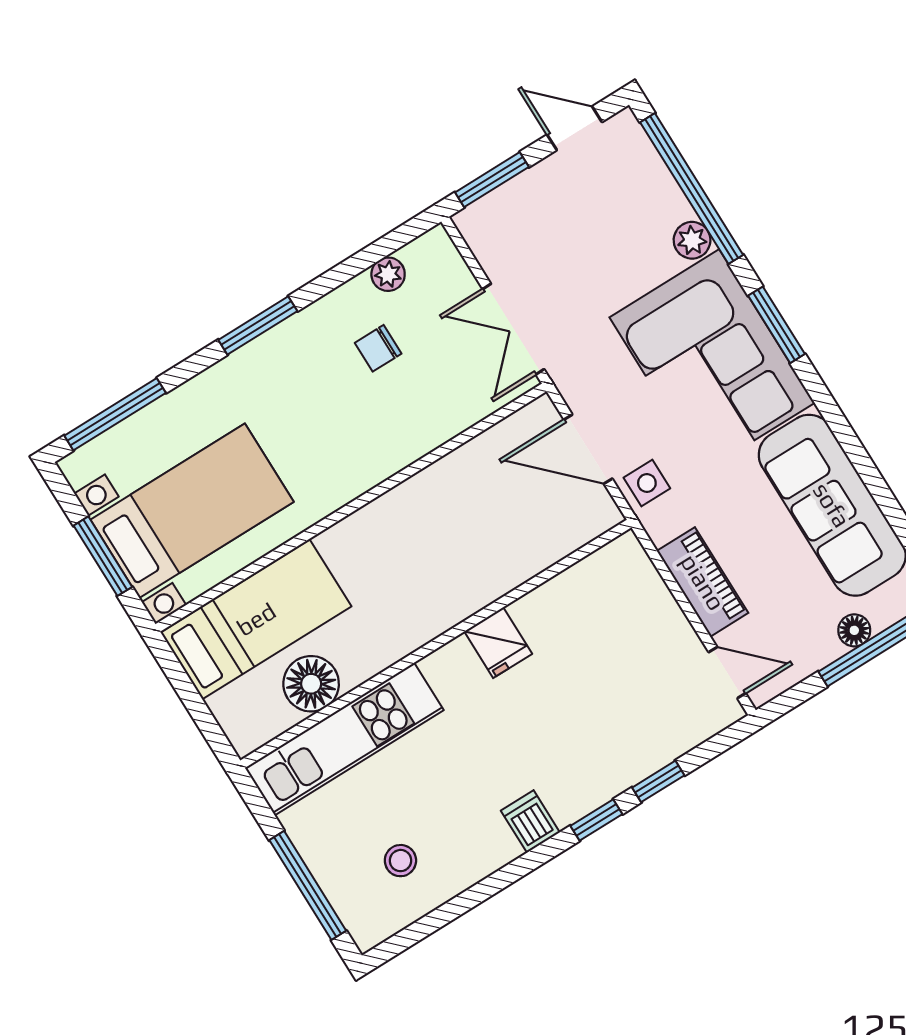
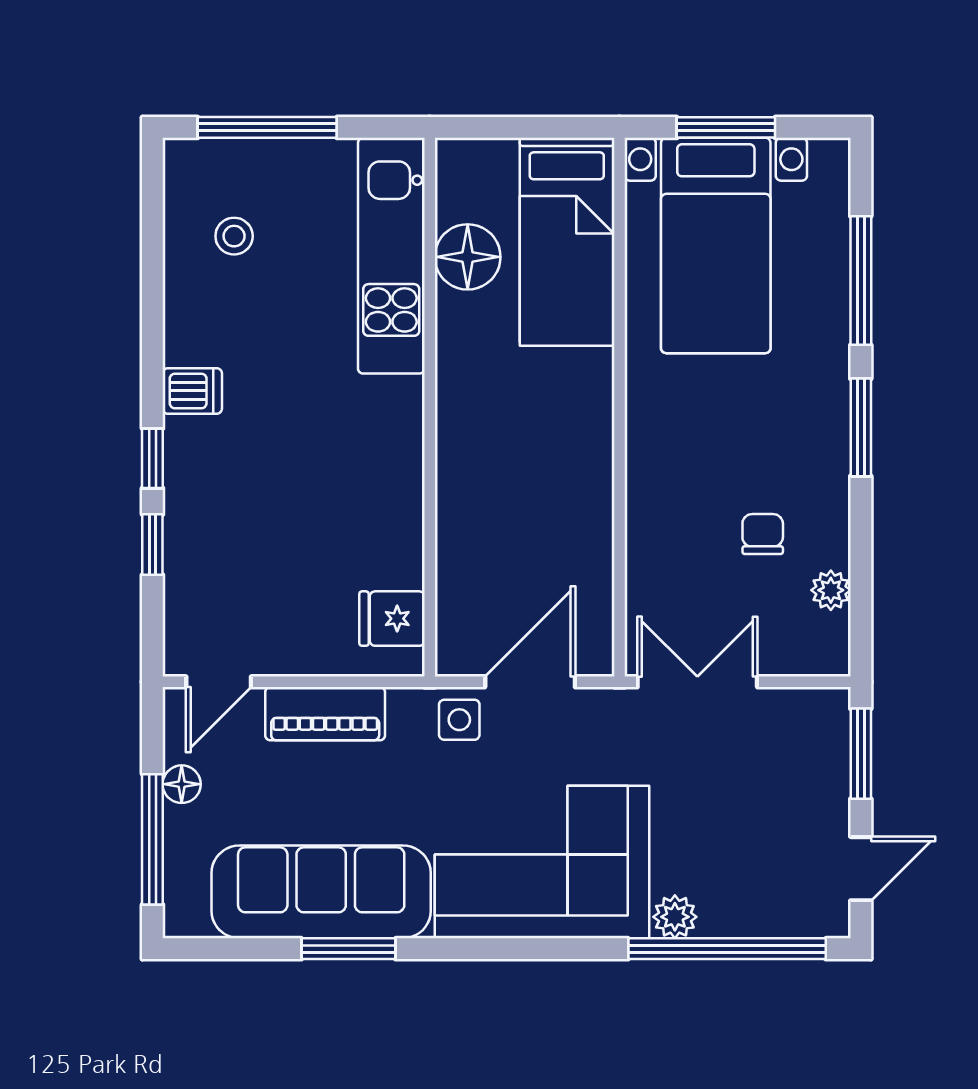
window: (776, 325) -> (349, 949), moved
window: (115, 414) -> (861, 281), moved
floor lamp: (854, 630) -> (182, 784), moved
fridge: (498, 643) -> (392, 619), moved

